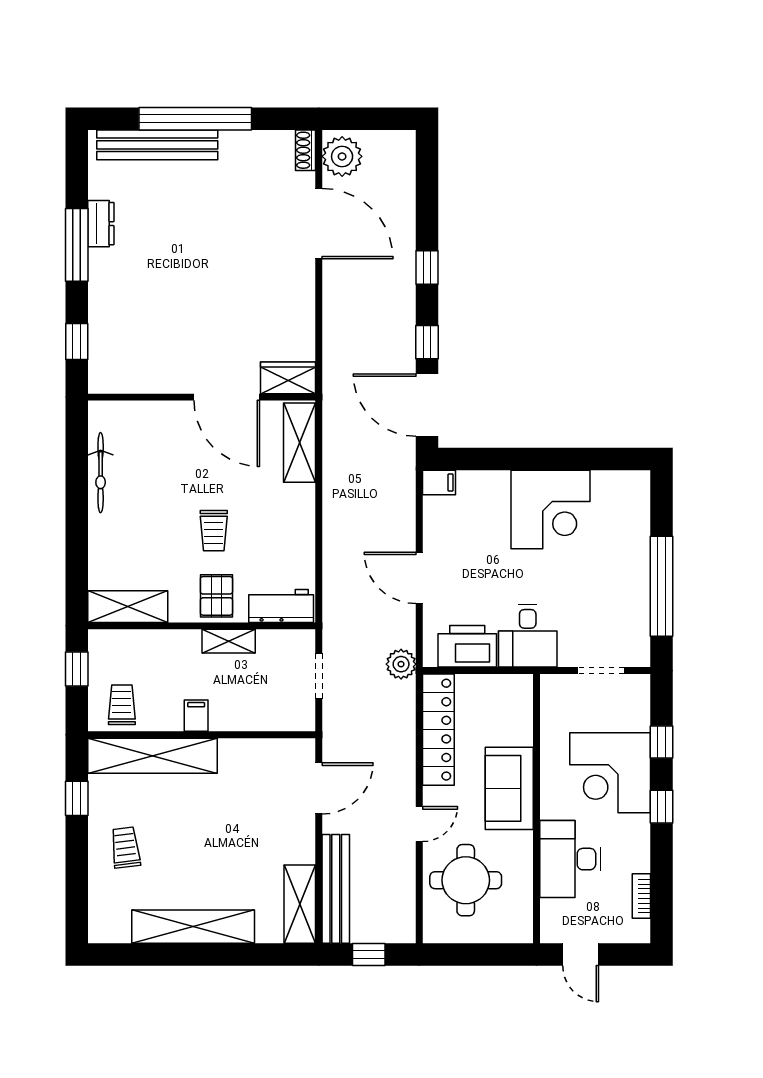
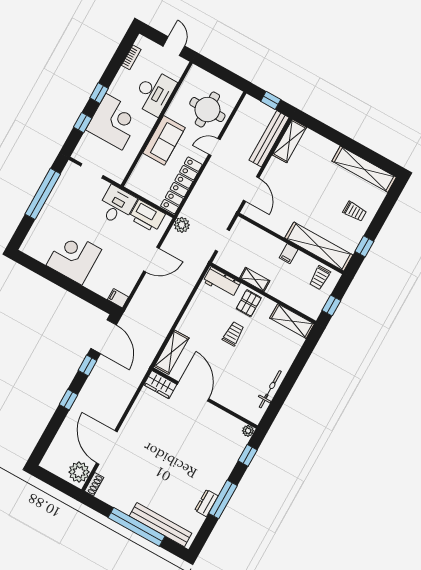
plant: (99, 383) -> (248, 431), added
door: (419, 578) -> (151, 260), hinge flipped
door: (319, 788) -> (251, 189), swing flipped
trolley: (125, 847) -> (355, 211), turned -83
shelving: (193, 927) -> (364, 169), moved

